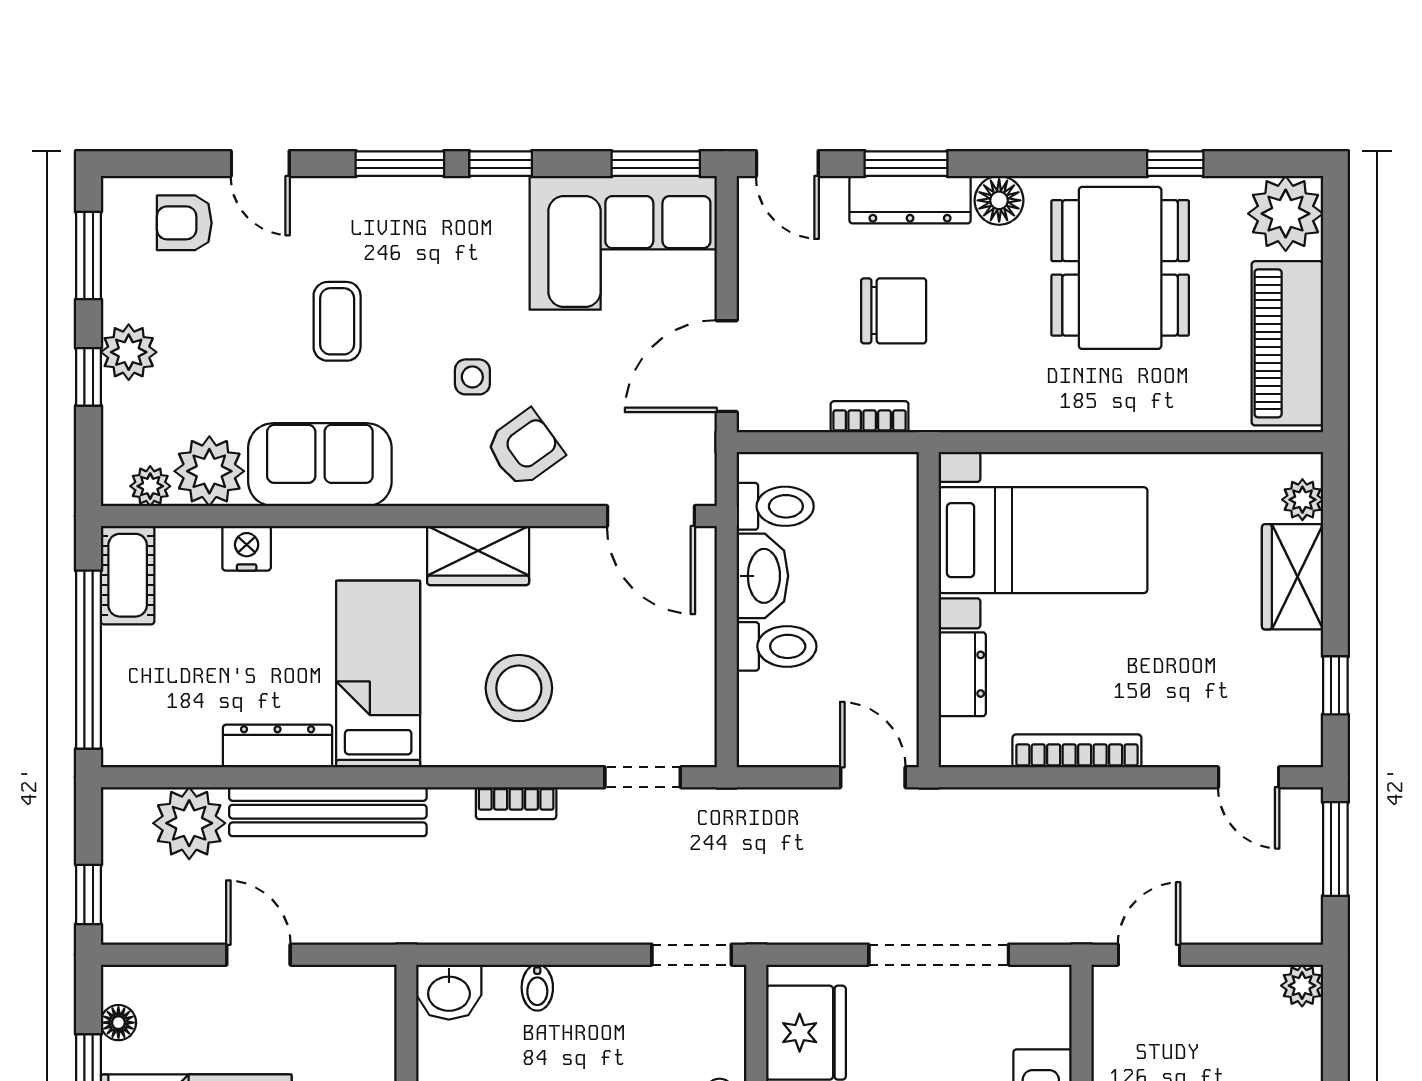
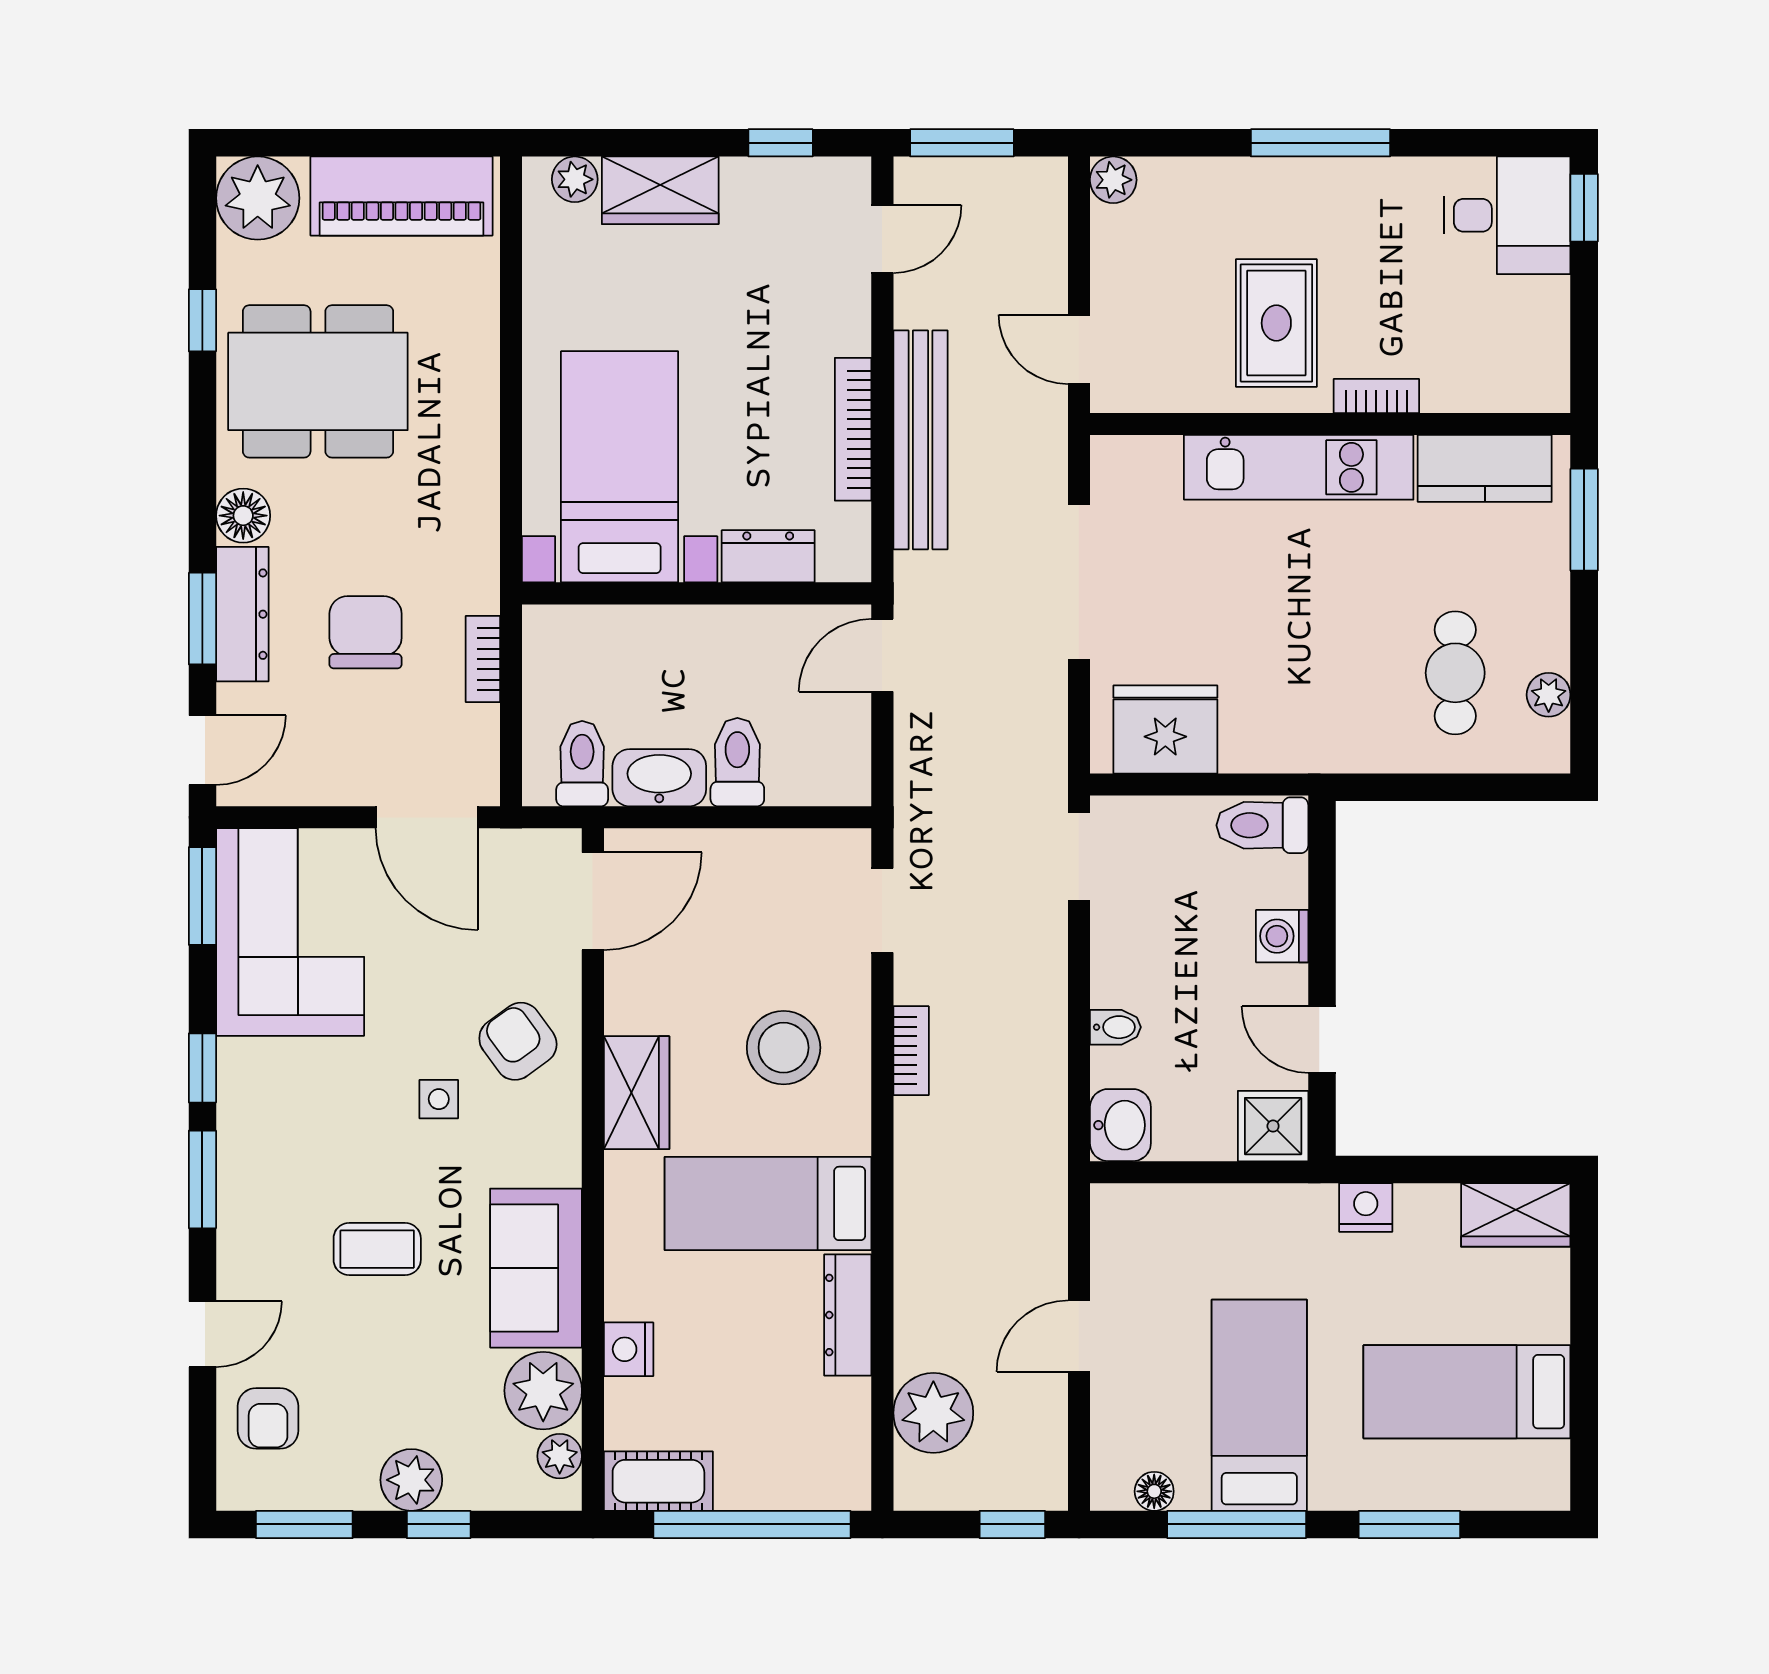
bench: (328, 812) -> (920, 440), moved

